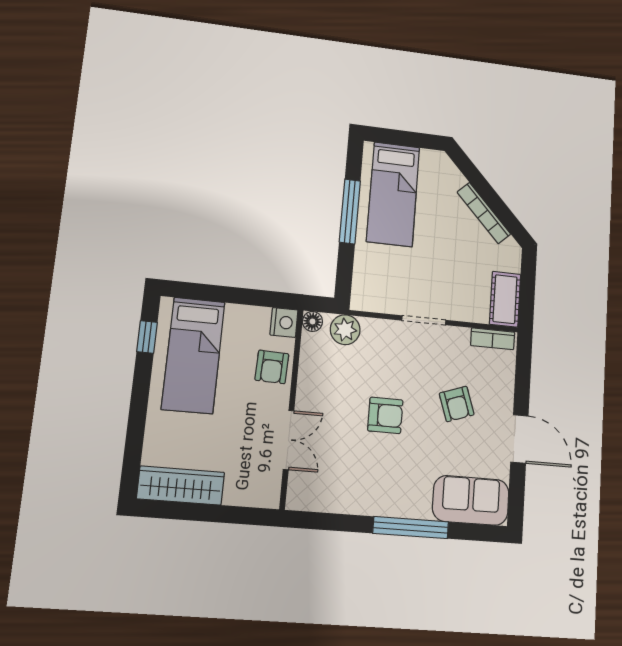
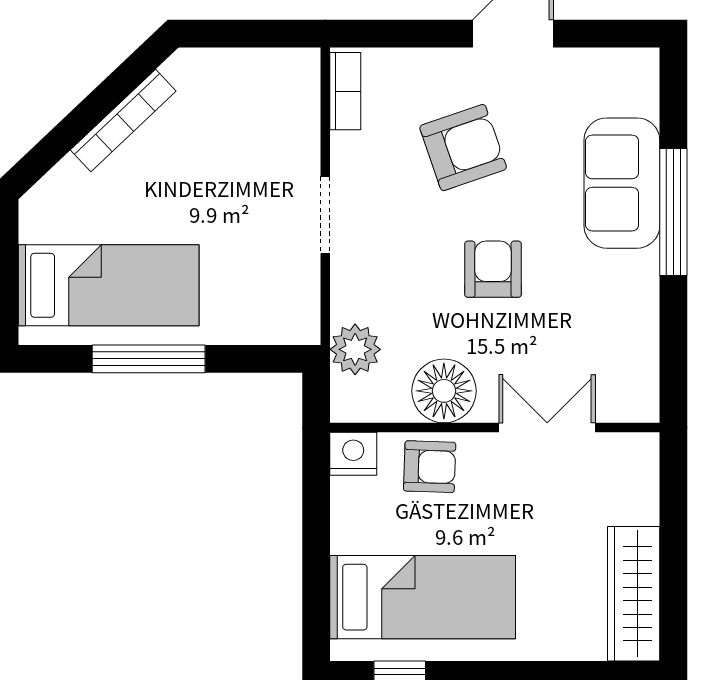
cot: (505, 299) -> (273, 73), removed
floor lamp: (312, 321) -> (444, 391), moved, width x1.89, depth x1.89
armchair: (457, 404) -> (463, 148), width x1.38, depth x1.38
sofa: (471, 500) -> (622, 183), moved

